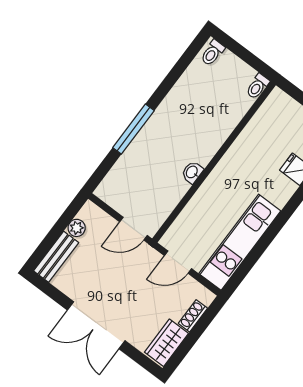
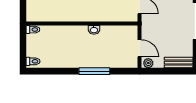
plant: (77, 228) -> (148, 63), moved
door: (133, 229) -> (140, 48), moved

